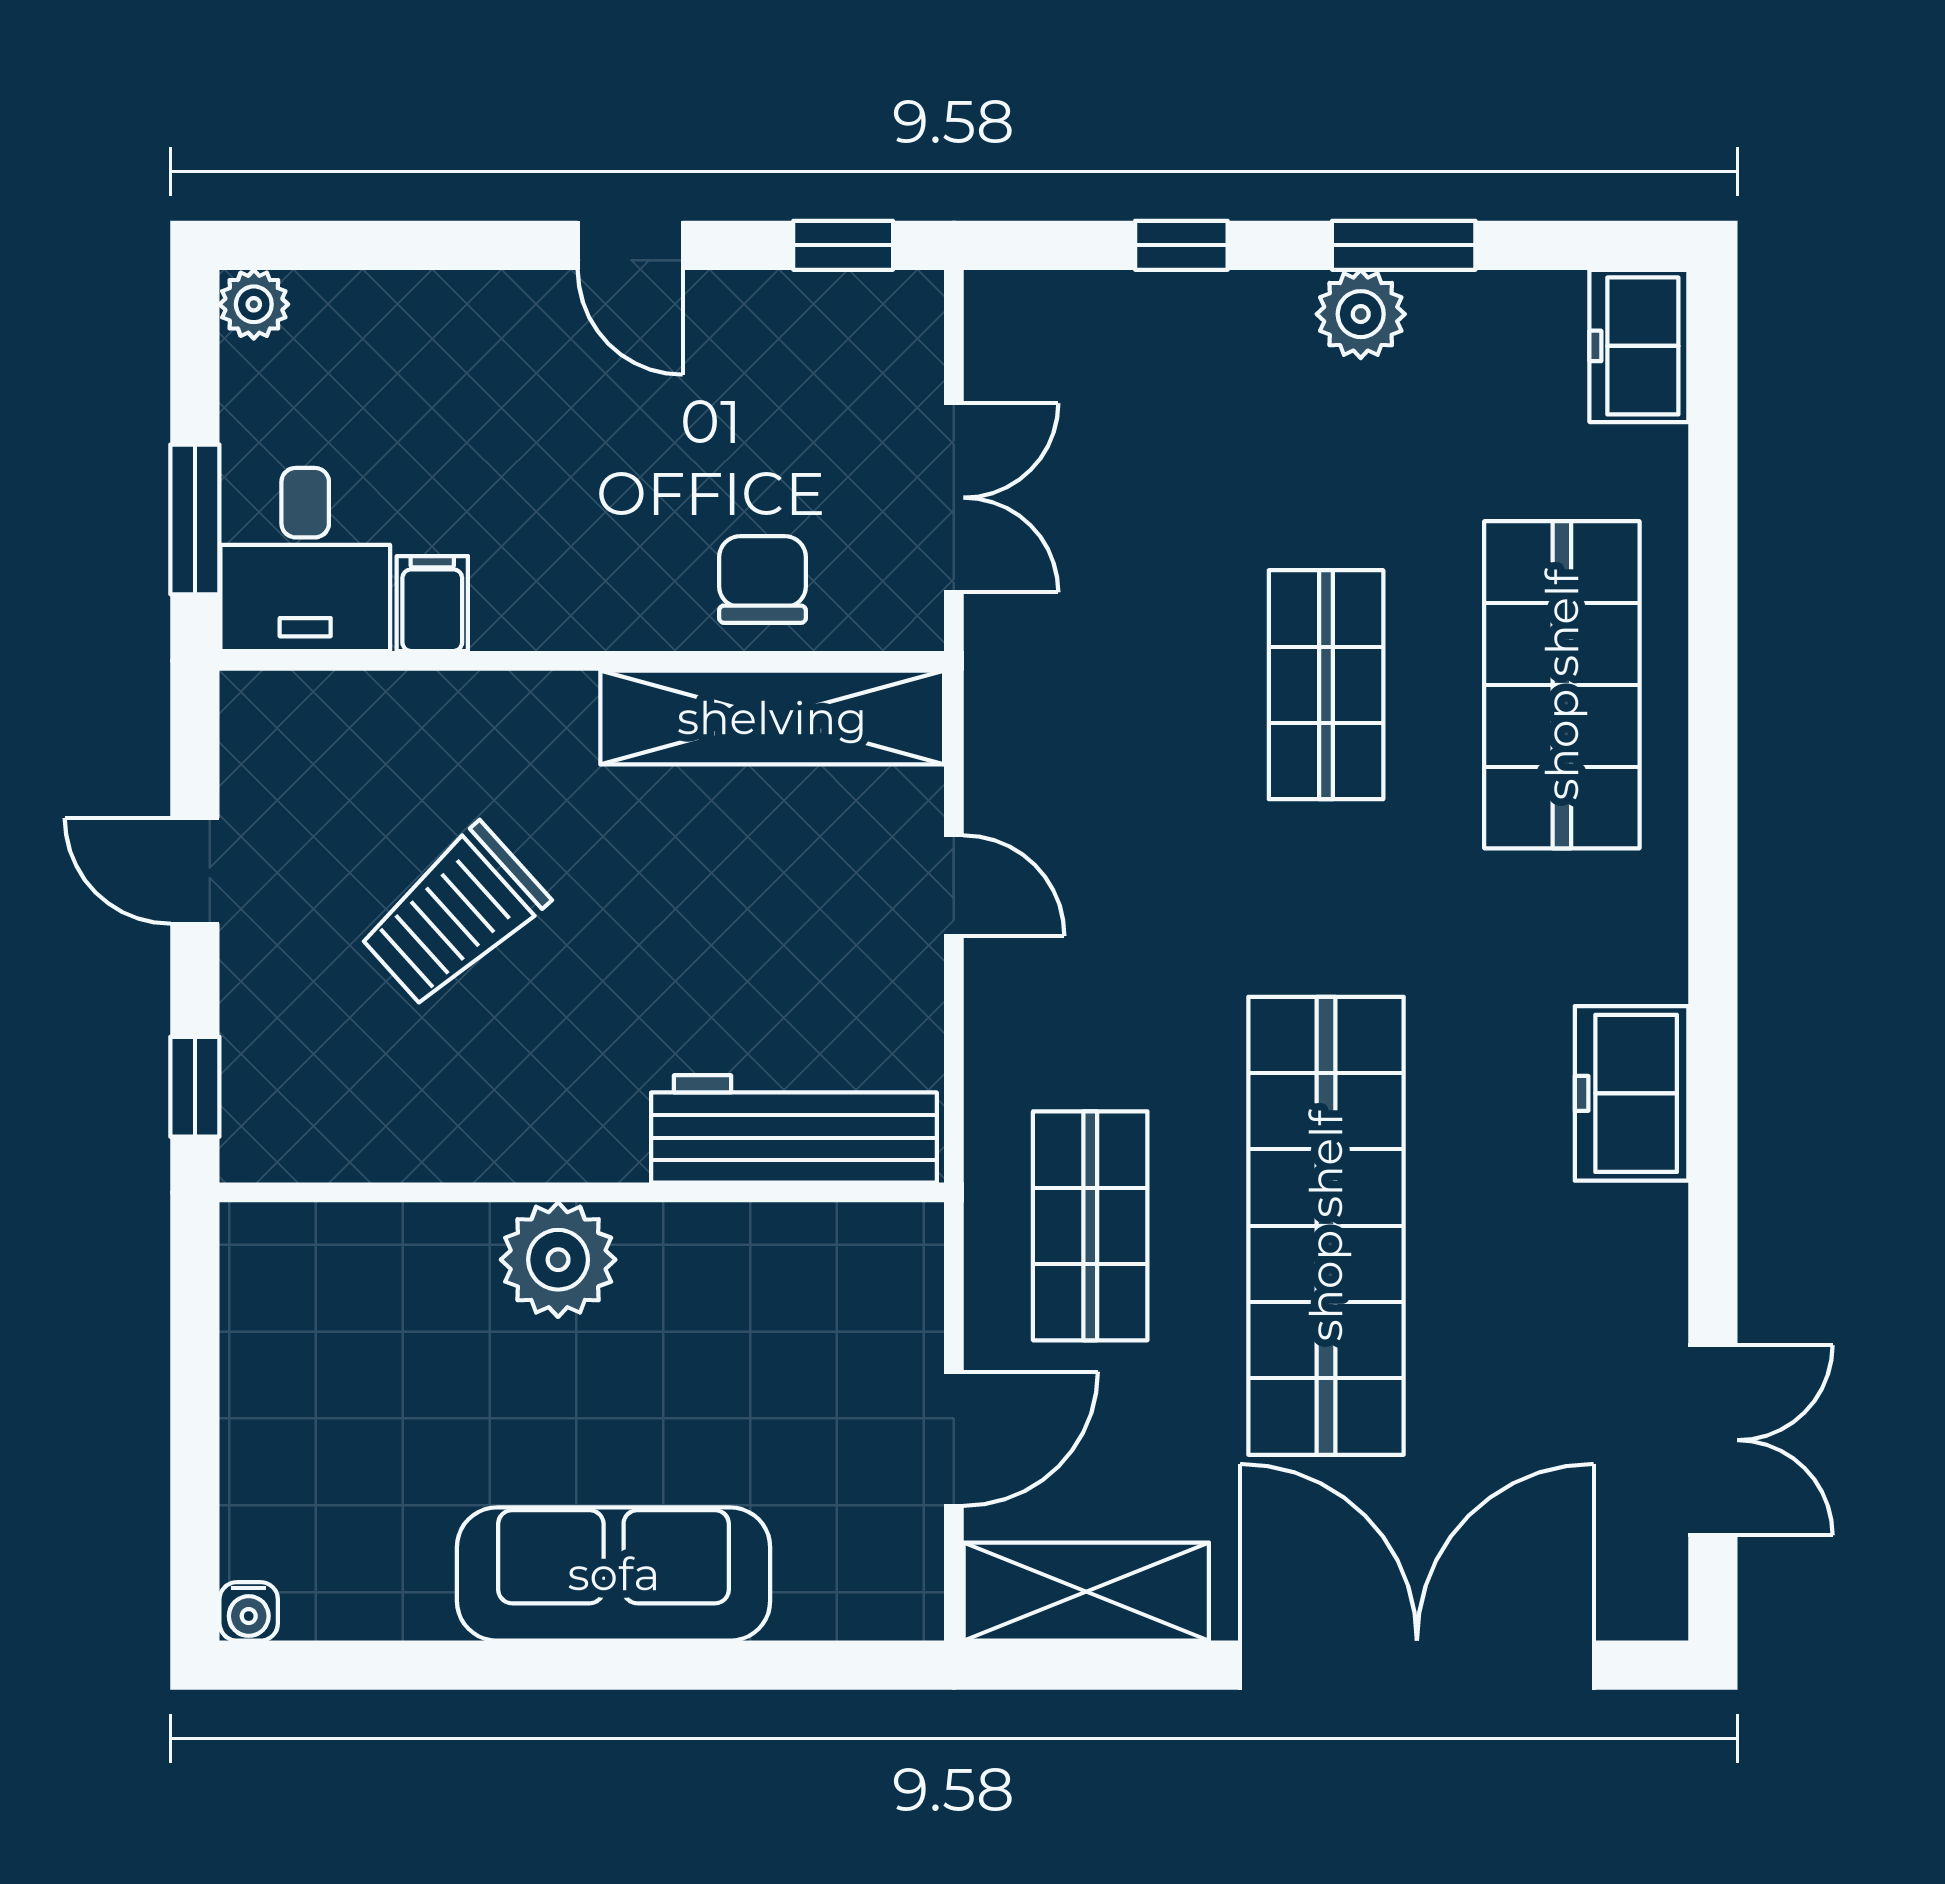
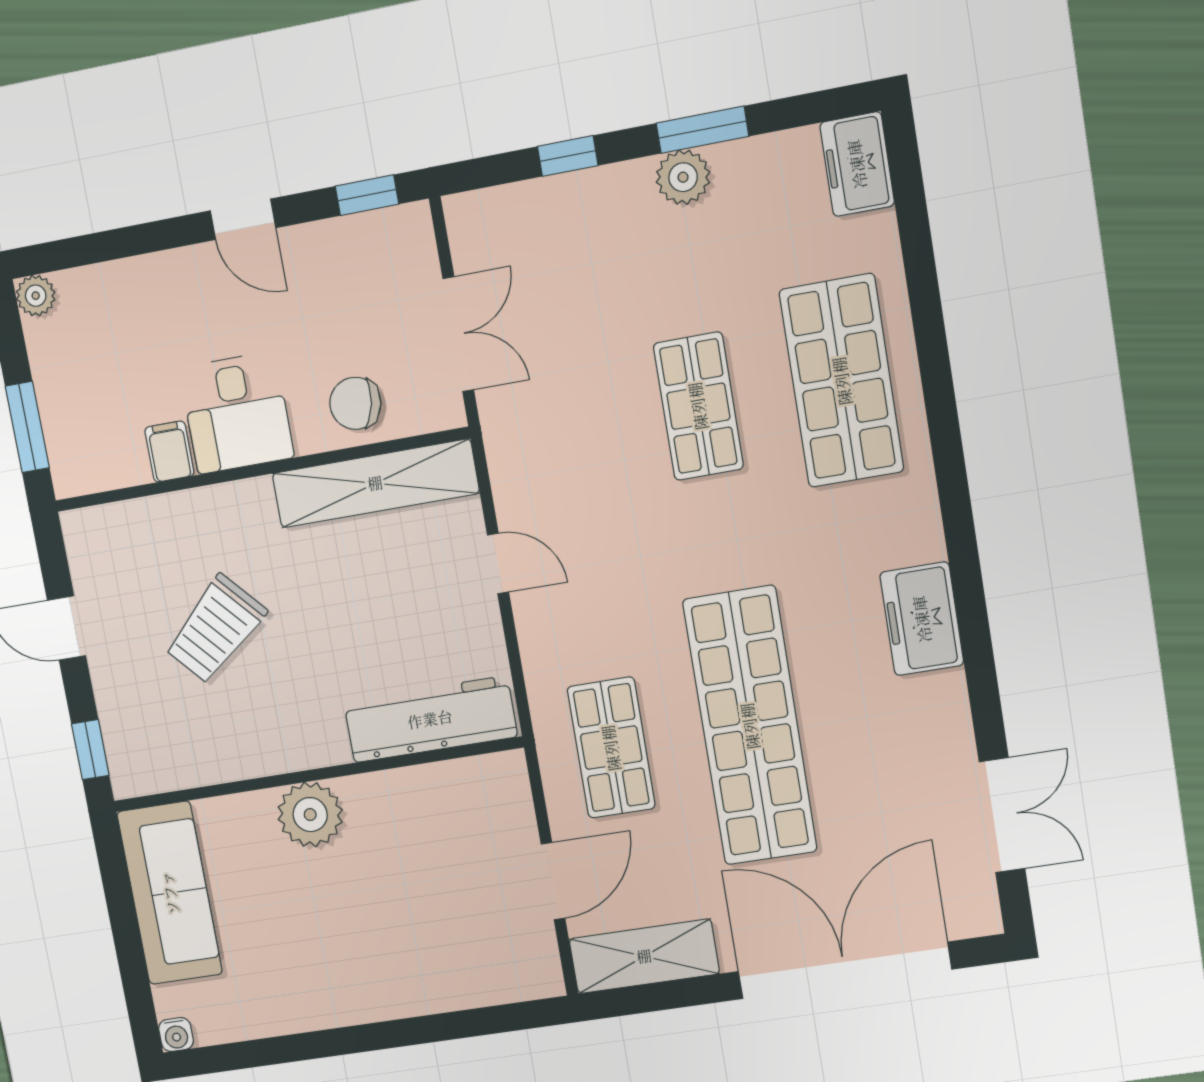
desk: (305, 559) -> (237, 413), moved
chair: (762, 580) -> (355, 403), turned -79
sofa: (614, 1574) -> (170, 893), moved, turned 90

